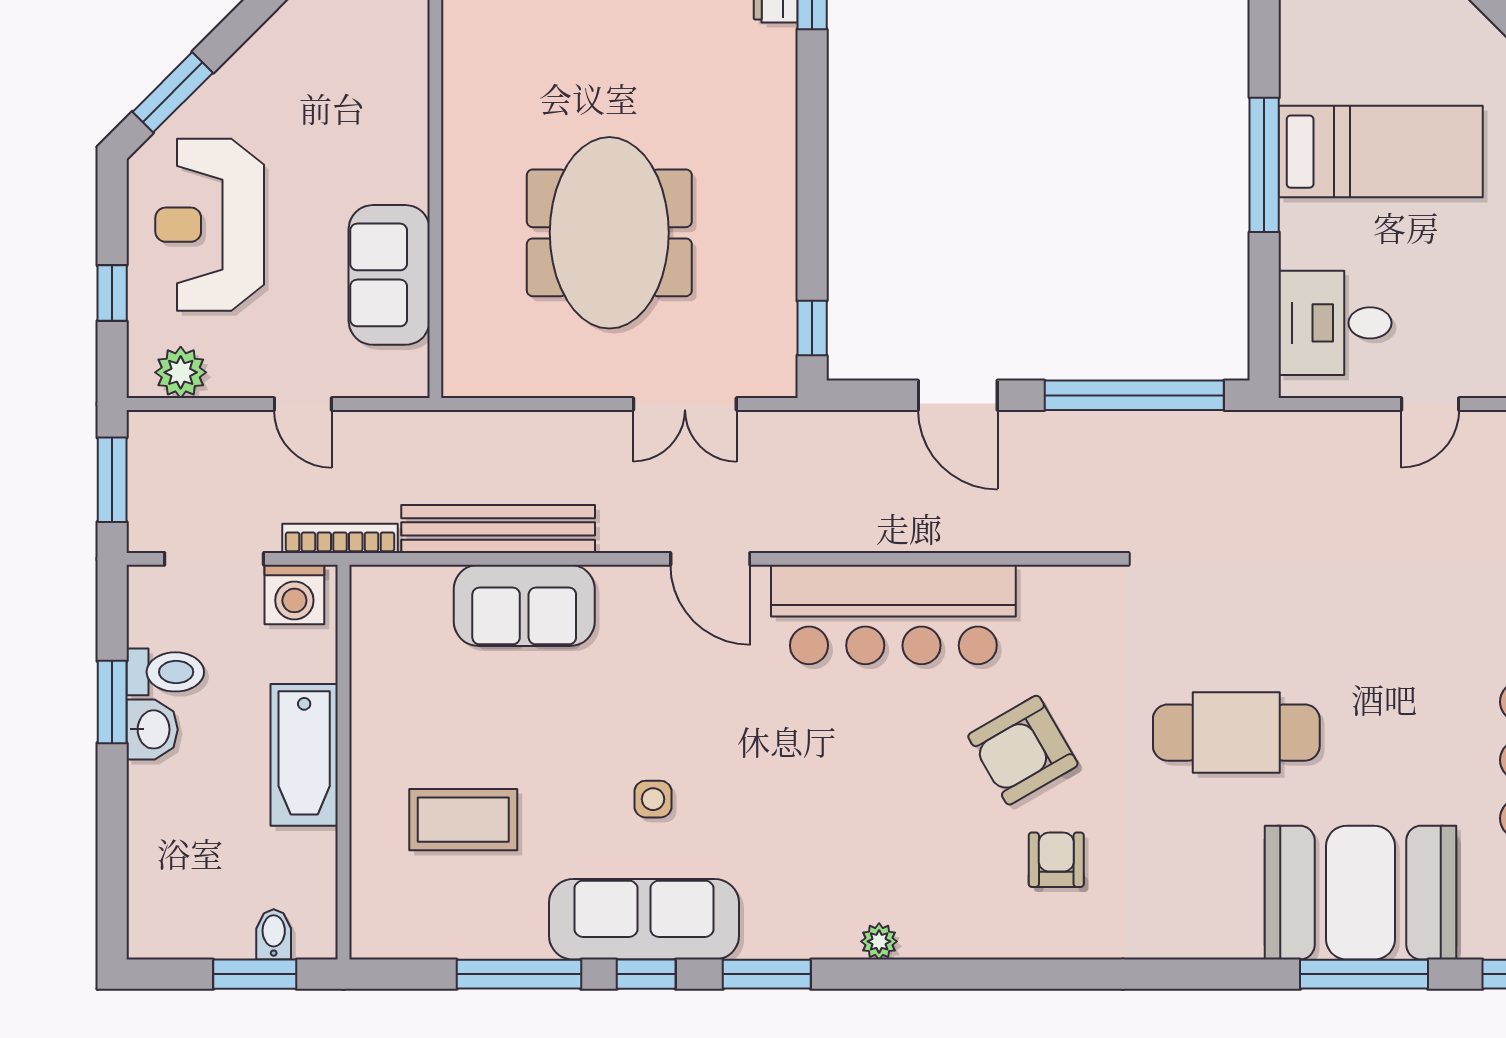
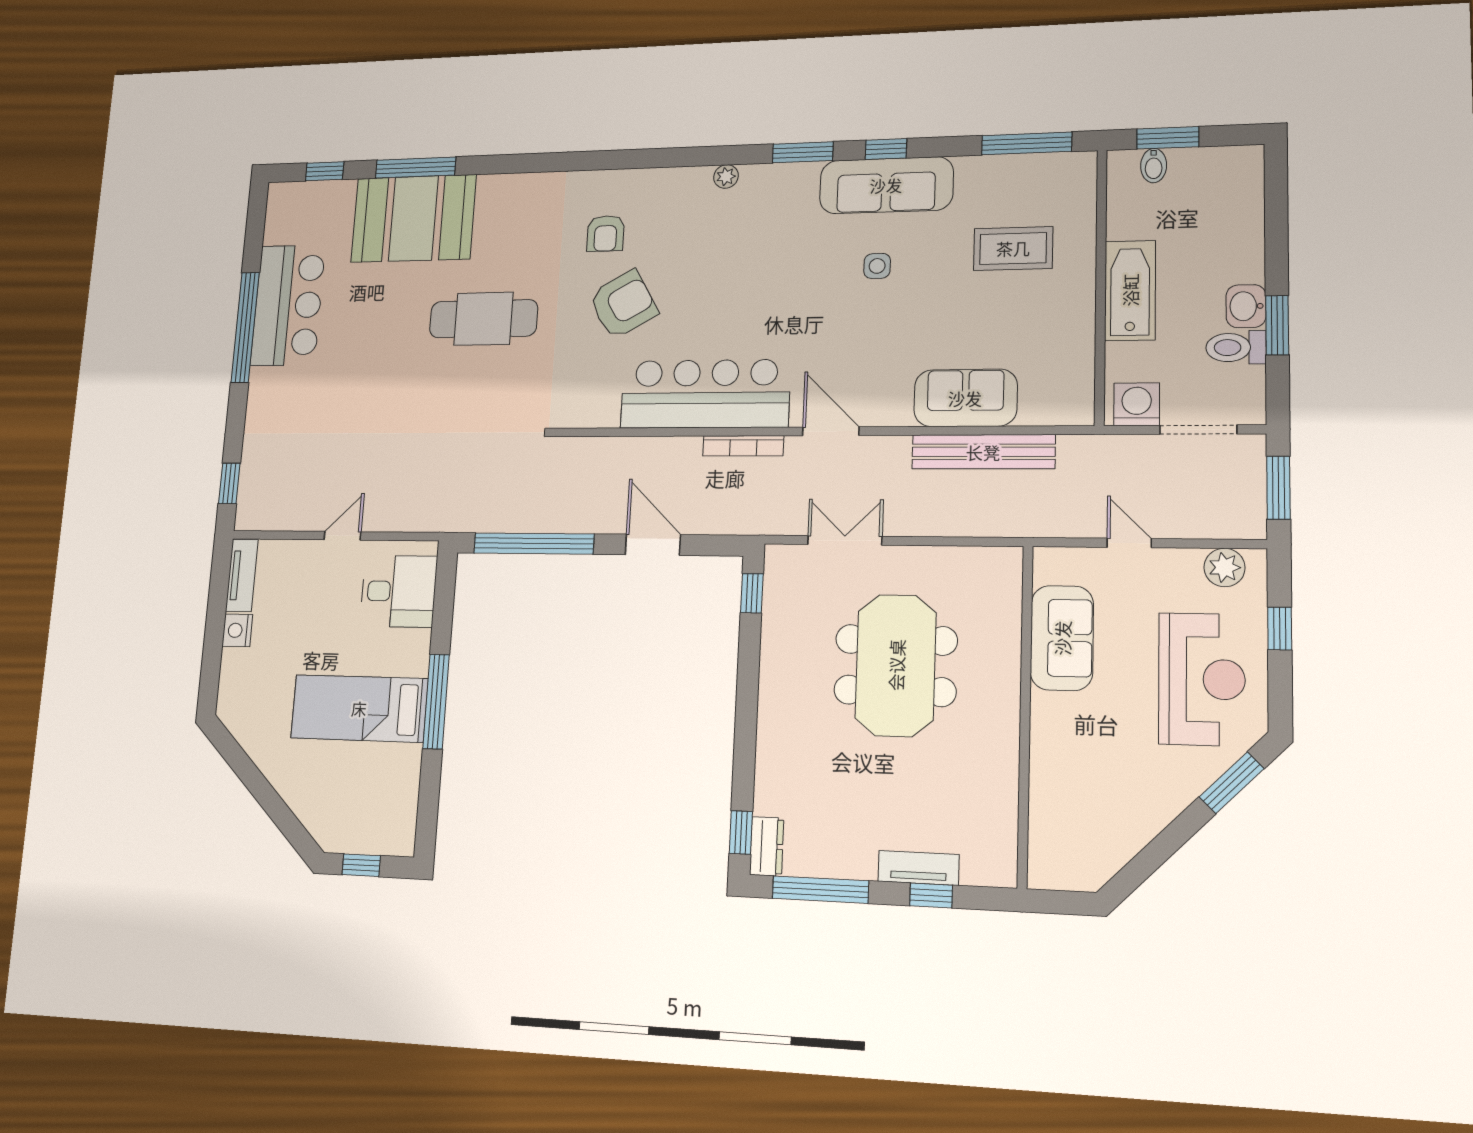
bookcase: (340, 538) -> (743, 446), moved
window: (519, 974) -> (1027, 143), moved

